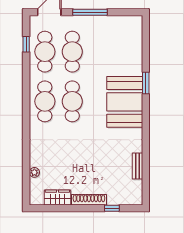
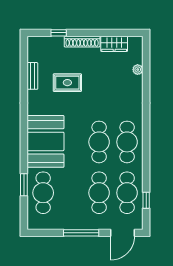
cafe table: (127, 52) -> (43, 193), added
window: (146, 83) -> (24, 185), moved
rug: (103, 159) -> (67, 83), added

